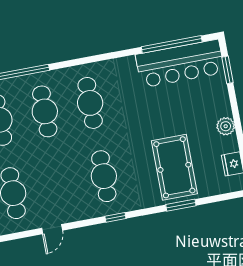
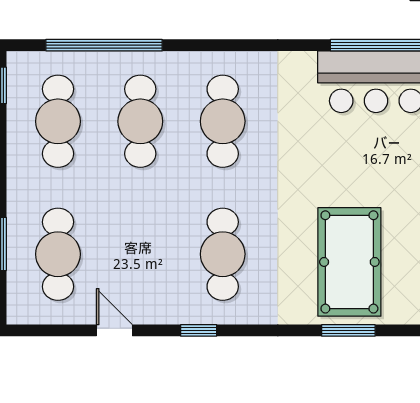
window: (115, 217) -> (199, 330), moved
door: (52, 229) -> (114, 330), swing flipped

